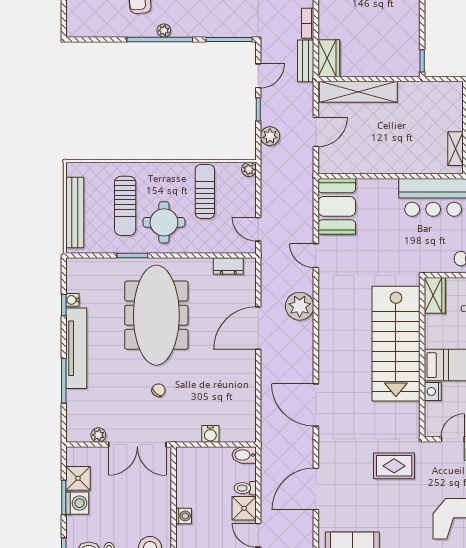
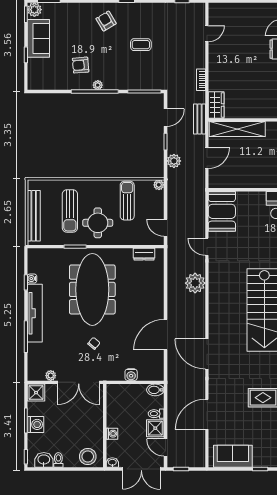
bench: (306, 61) -> (200, 119), moved
door: (258, 328) -> (165, 335), moved
shower: (78, 478) -> (36, 393), moved

